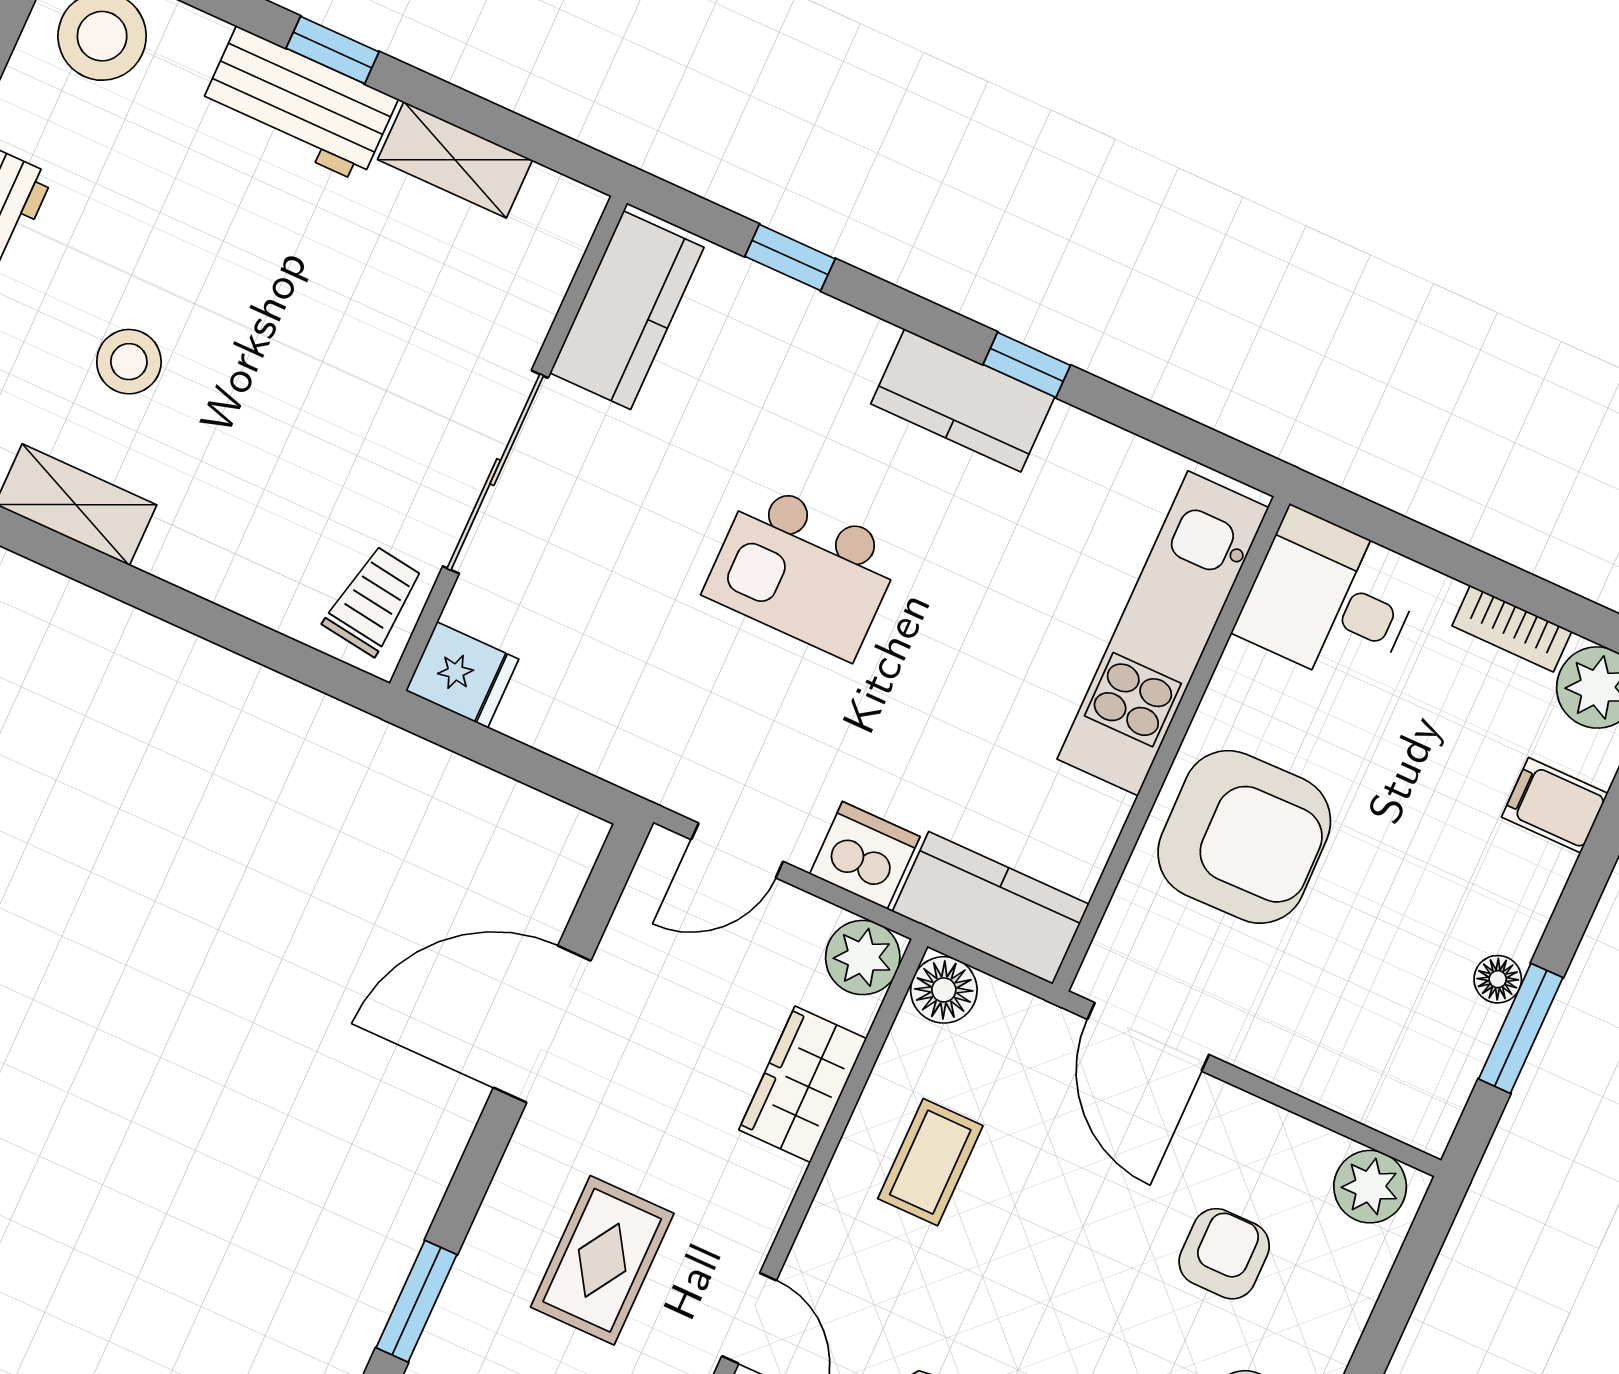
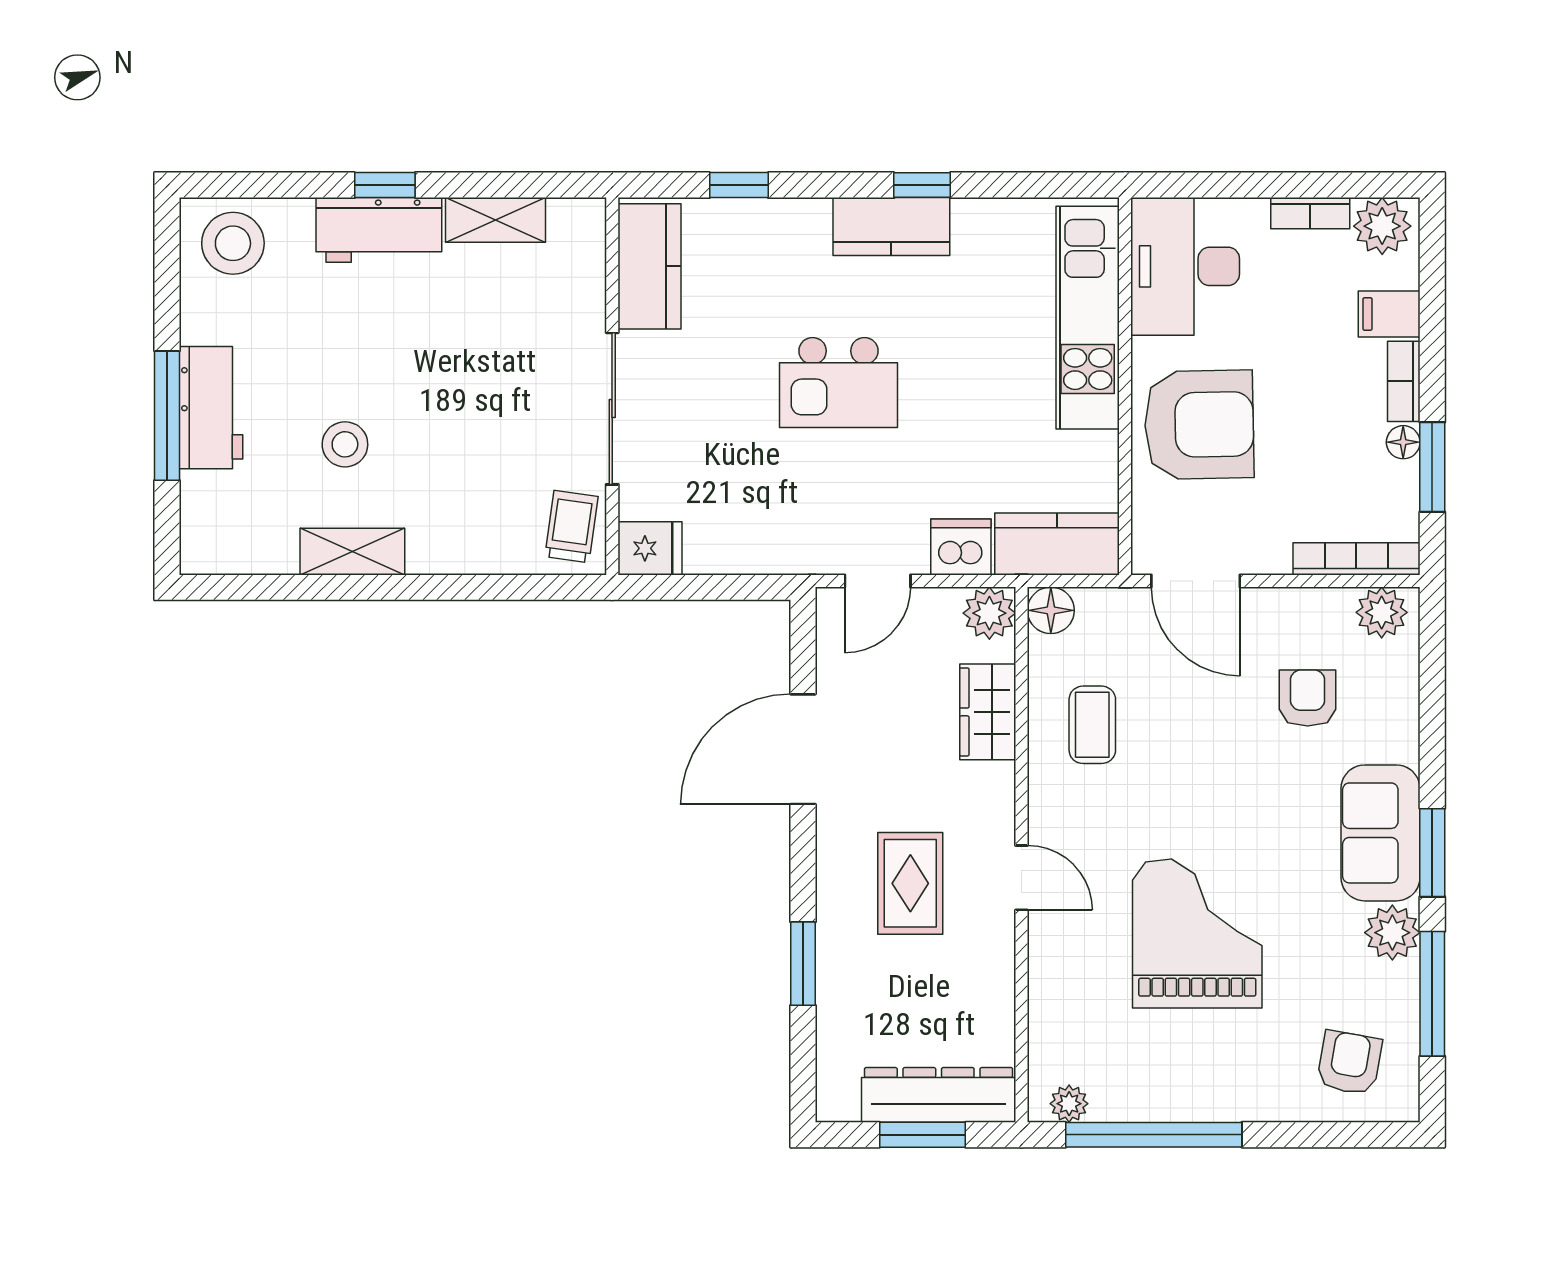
desk: (1330, 600) -> (1185, 266), width x1.37
bookcase: (1534, 901) -> (1404, 381), added
bookcase: (1369, 1103) -> (1356, 559), added

